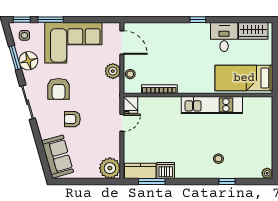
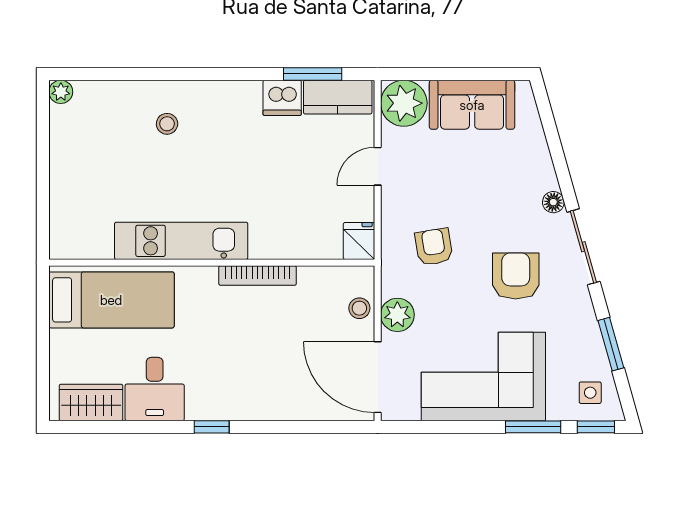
door: (122, 42) -> (378, 377), width x1.36
floor lamp: (28, 61) -> (553, 202), moved, width x0.53, depth x0.53
bookcase: (159, 89) -> (258, 276), moved
armchair: (72, 119) -> (434, 247), moved, turned -99
door: (122, 123) -> (378, 166), moved
sofa: (57, 157) -> (472, 105), moved, turned -74
window: (227, 182) -> (148, 74), removed

